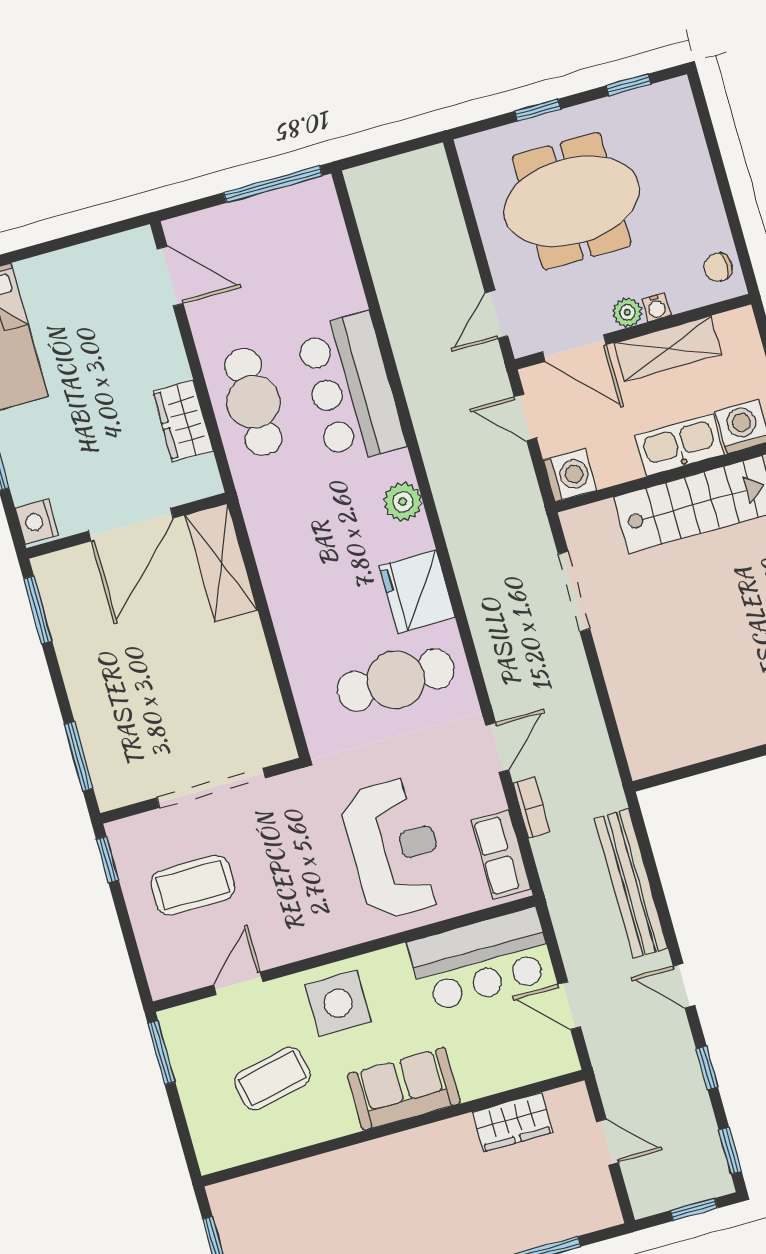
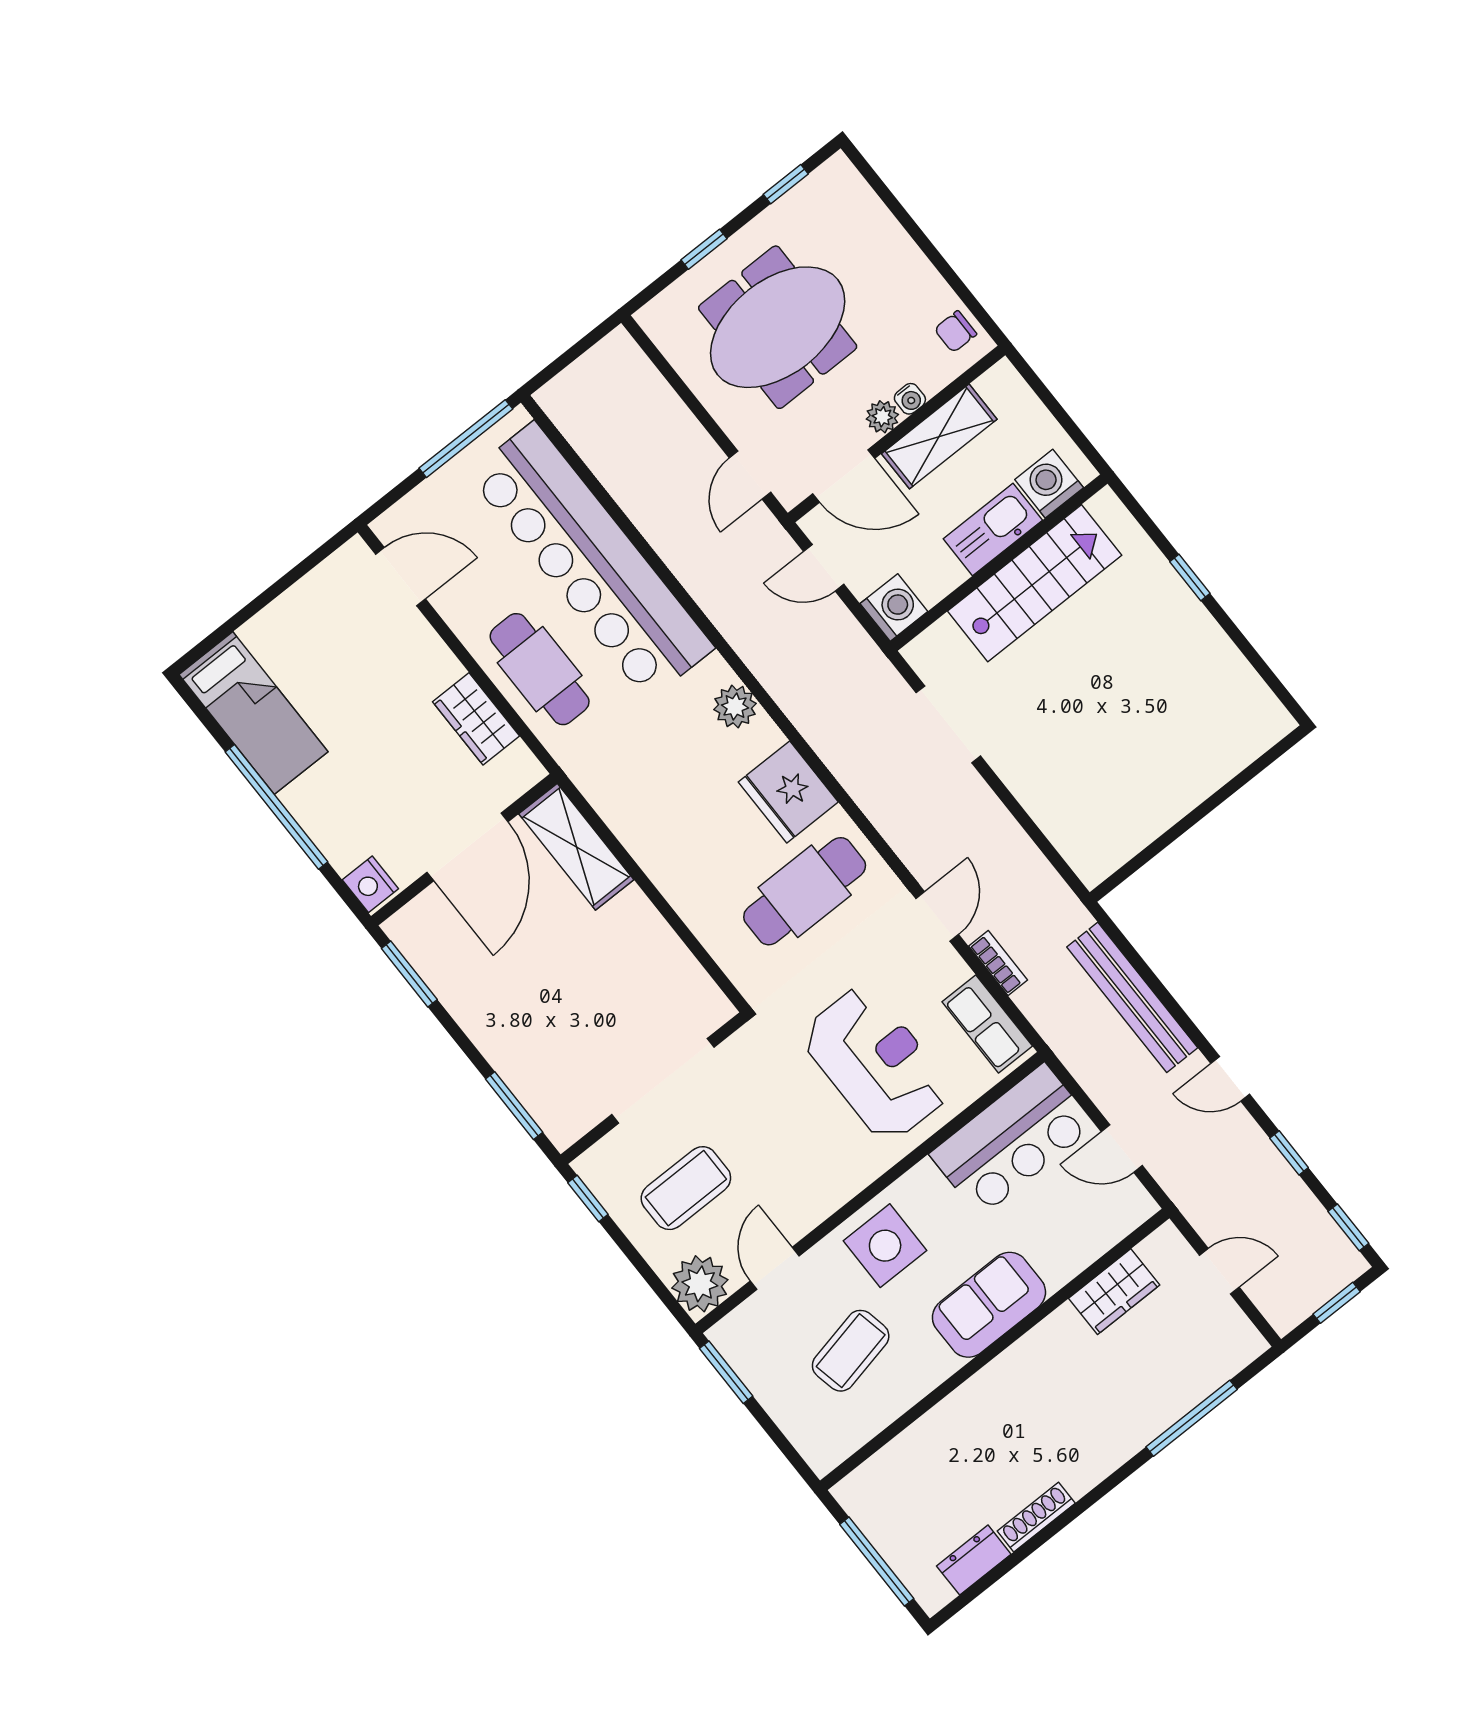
bar counter: (351, 389) -> (591, 561), width x1.86
plant: (171, 970) -> (700, 1284), added

